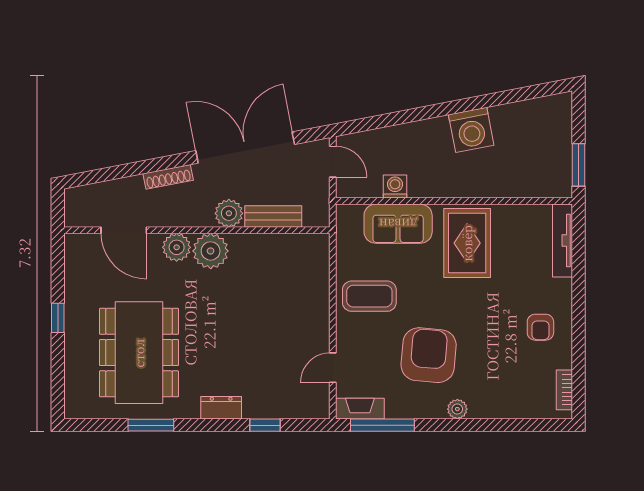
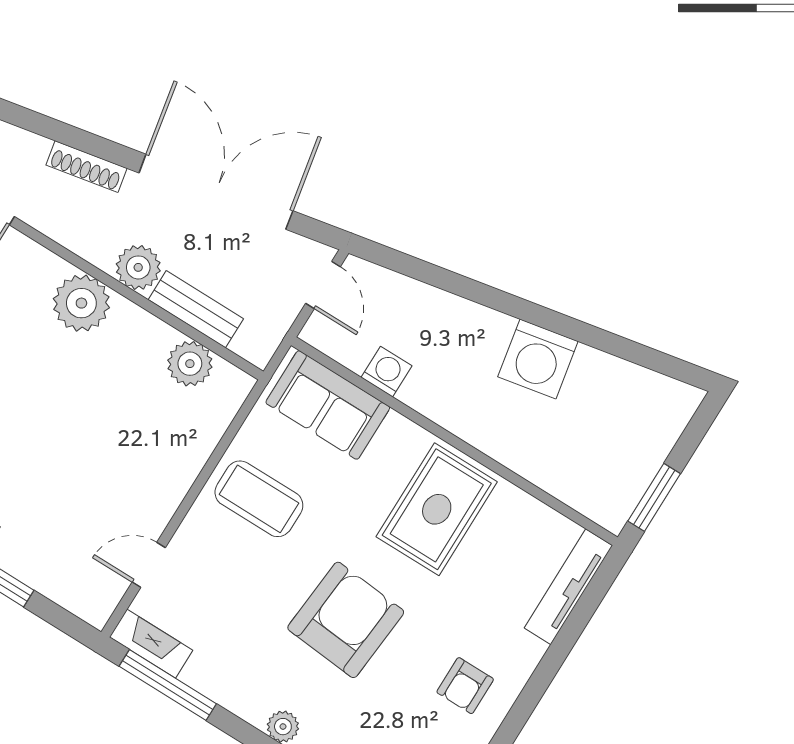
sofa: (398, 224) -> (328, 405), moved
plant: (177, 247) -> (190, 364), moved
armchair: (429, 355) -> (346, 620), moved

